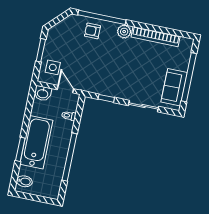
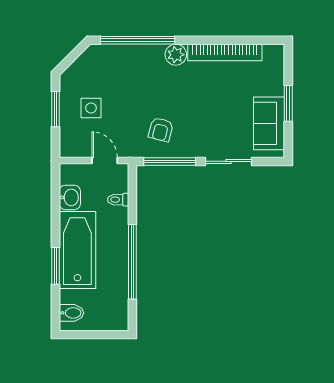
armchair: (92, 31) -> (161, 130), moved, turned -76
side table: (53, 67) -> (91, 108), moved
window: (189, 77) -> (288, 103), width x0.47
washbasin: (43, 93) -> (70, 197), moved, turned -90
window: (106, 98) -> (170, 161), width x2.17

